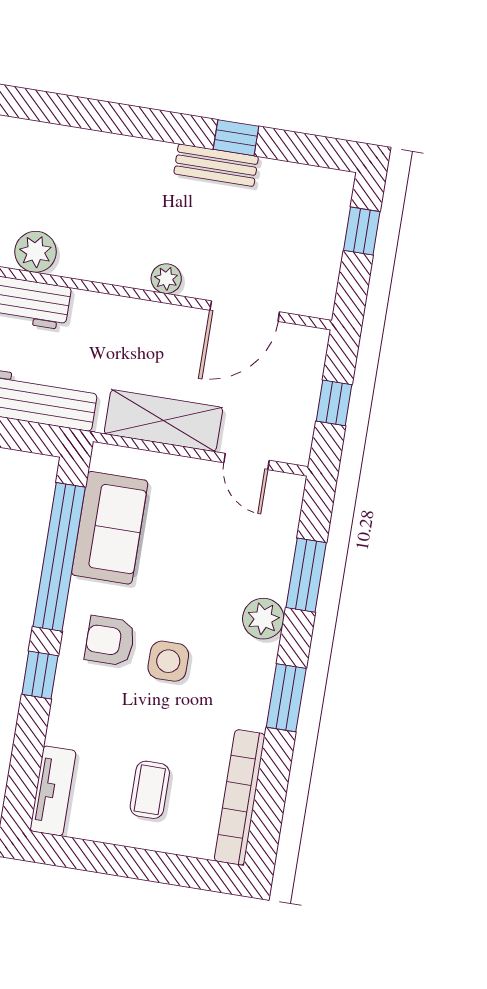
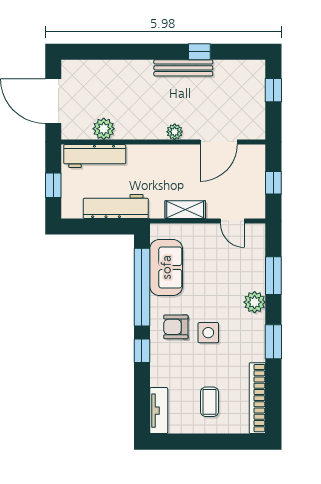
bench: (216, 165) -> (183, 68), width x1.36
shelving: (163, 421) -> (185, 210), width x0.67, depth x0.75

